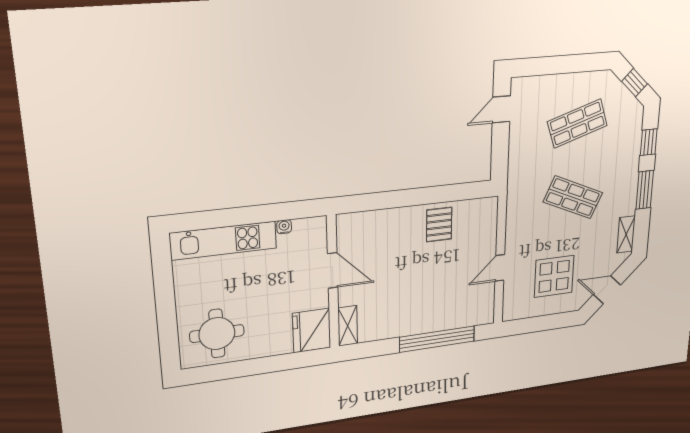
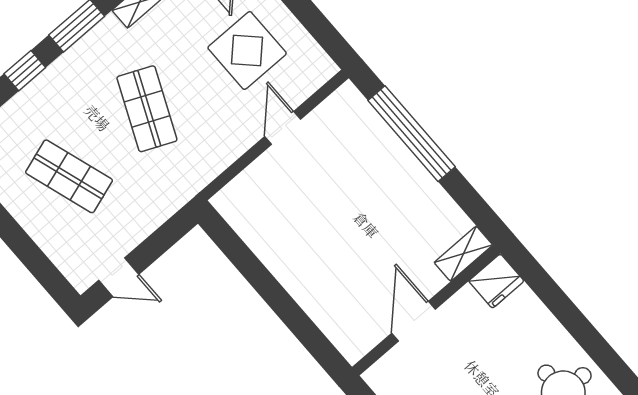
pallet: (439, 225) -> (285, 242), removed
door: (500, 268) -> (283, 128), swing flipped
fridge: (312, 331) -> (496, 281), width x0.73, depth x0.75

